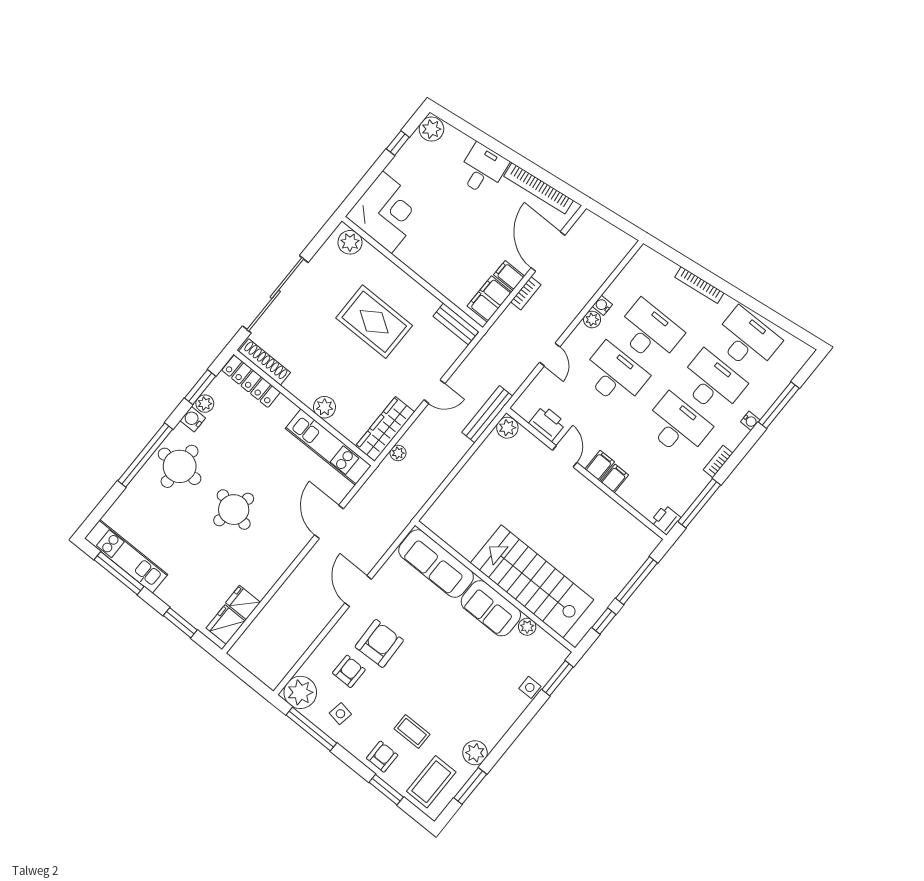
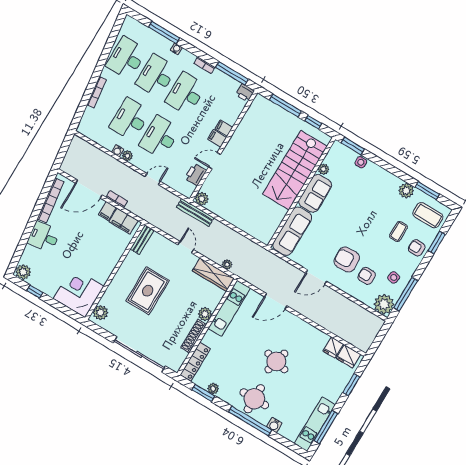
shoe rack: (265, 362) -> (194, 336), moved
water cooler: (193, 419) -> (274, 425), moved

